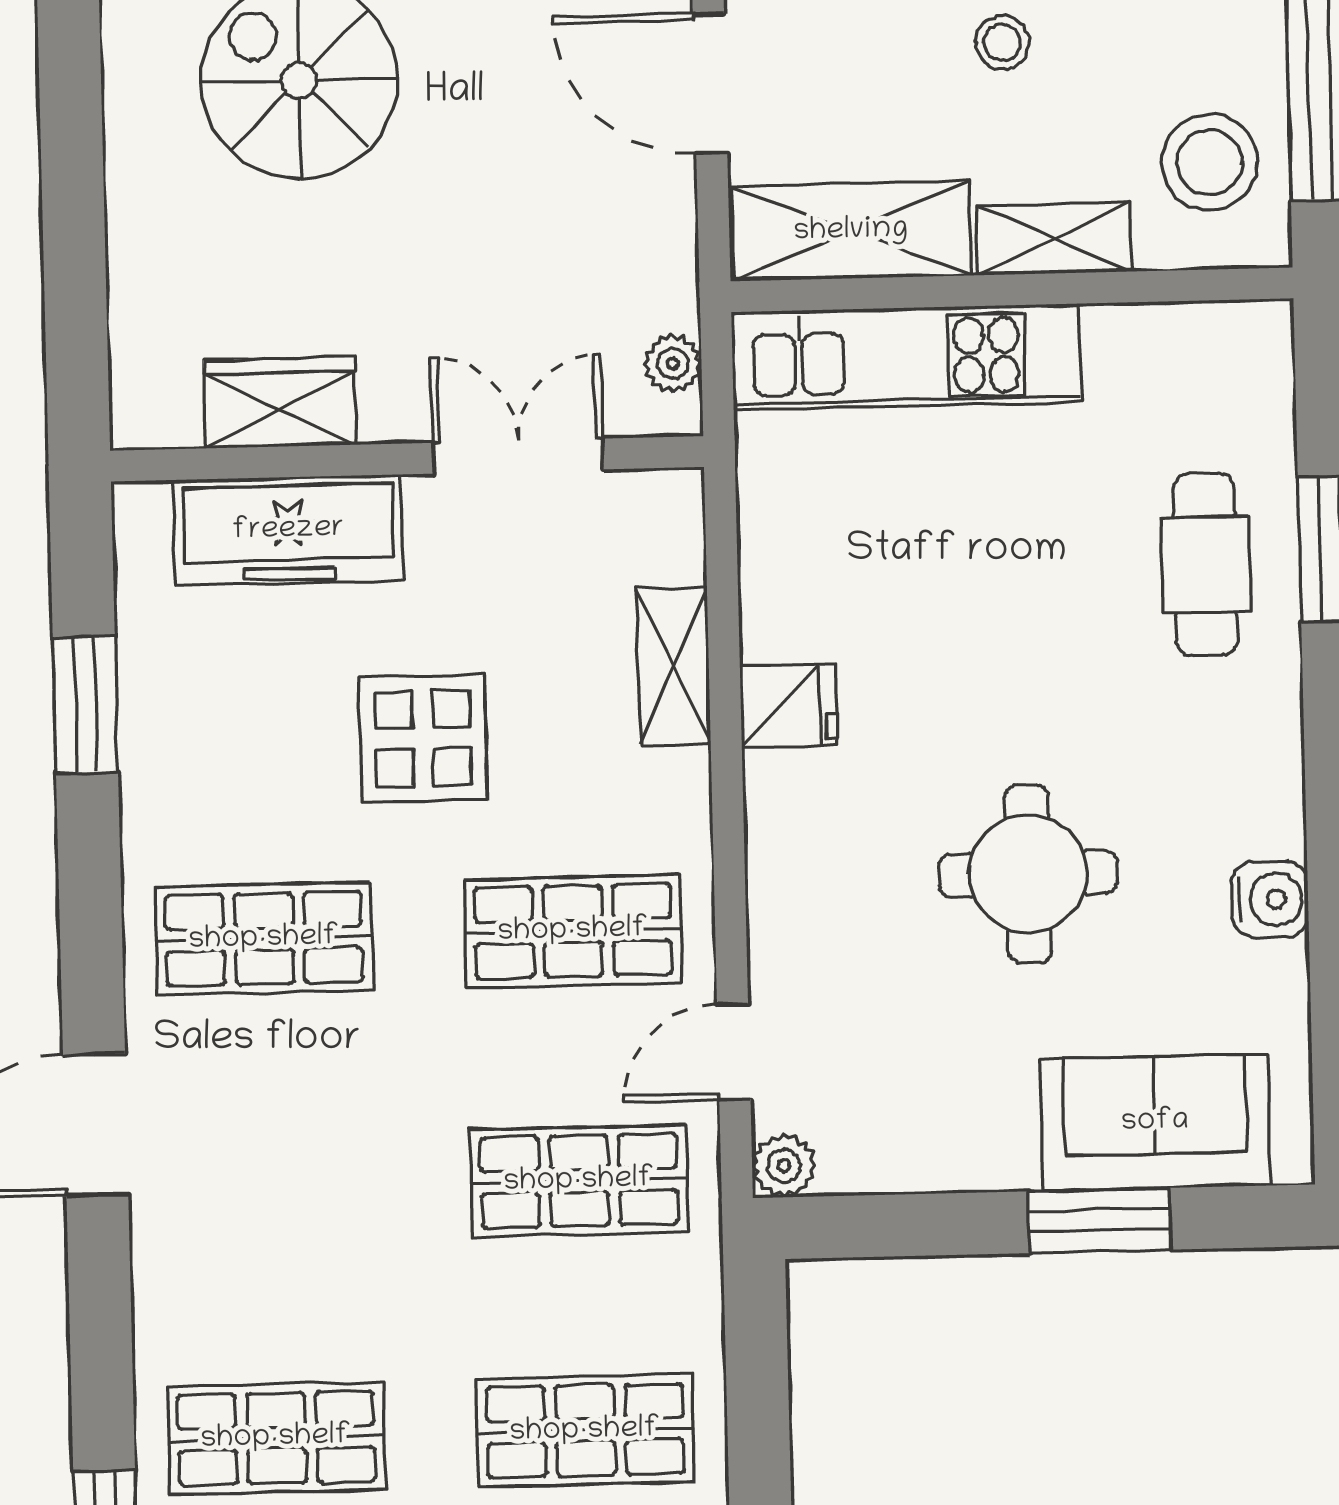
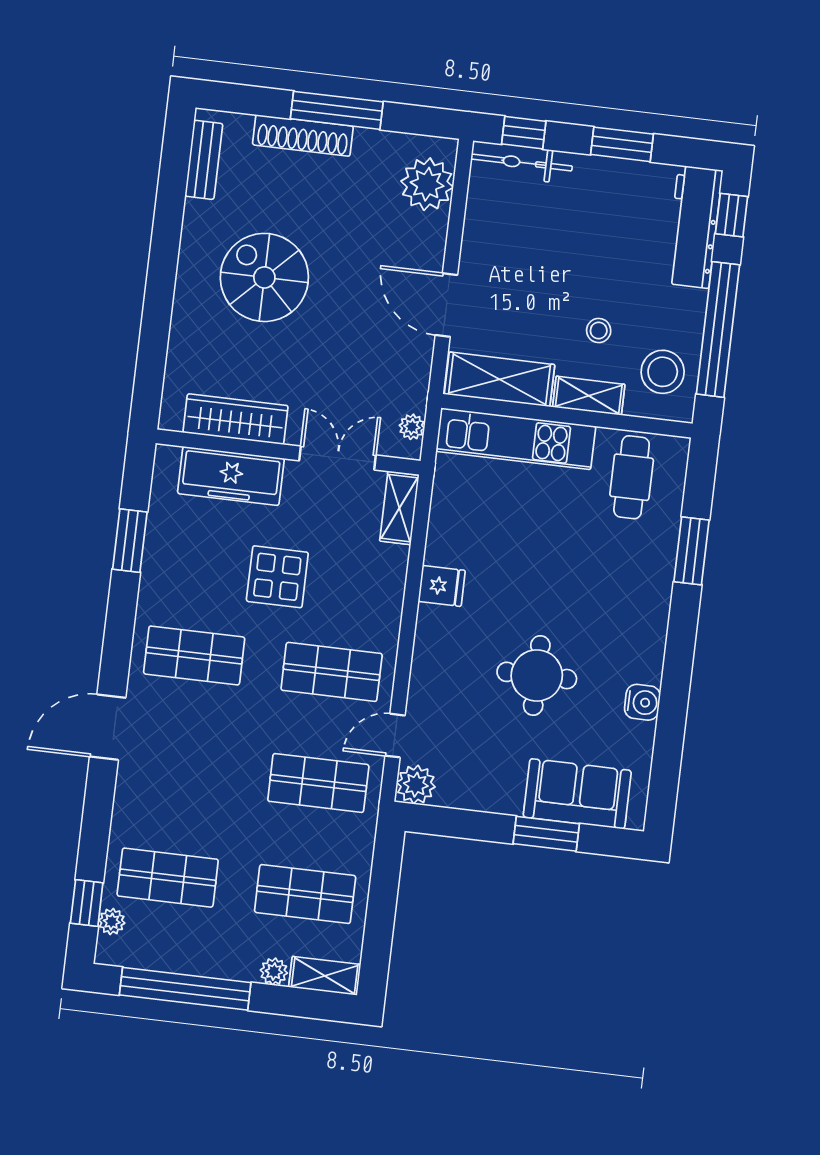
stool: (1002, 42) -> (599, 331), moved
wardrobe: (280, 403) -> (235, 419), width x1.50
cafe table: (1205, 565) -> (632, 477), moved
shelving: (674, 666) -> (399, 508), moved
plant: (784, 1166) -> (416, 785), width x1.38, depth x1.38

